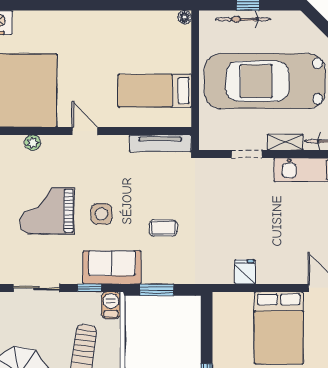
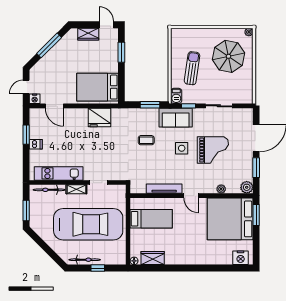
bicycle: (243, 19) -> (85, 260), moved
wardrobe: (152, 22) -> (153, 258), added
tv unit: (160, 143) -> (164, 189), moved
fridge: (245, 272) -> (99, 117), width x1.88, depth x1.34
bed: (279, 328) -> (97, 87), moved, turned -90

